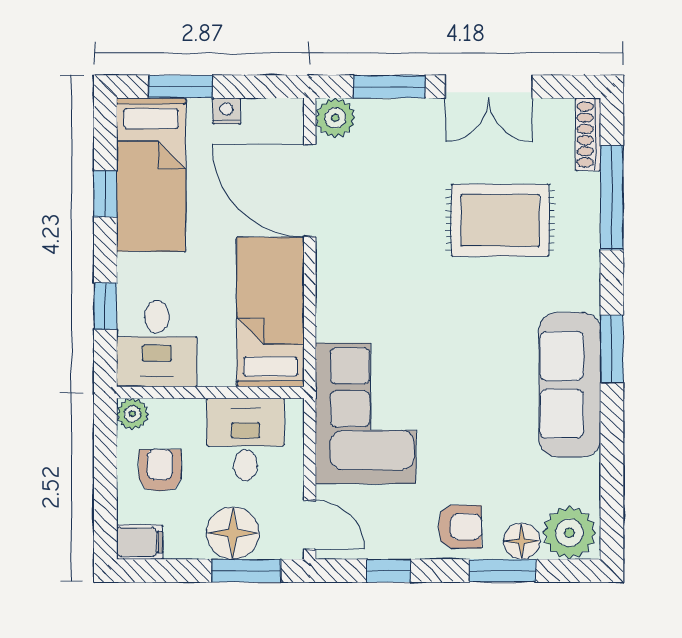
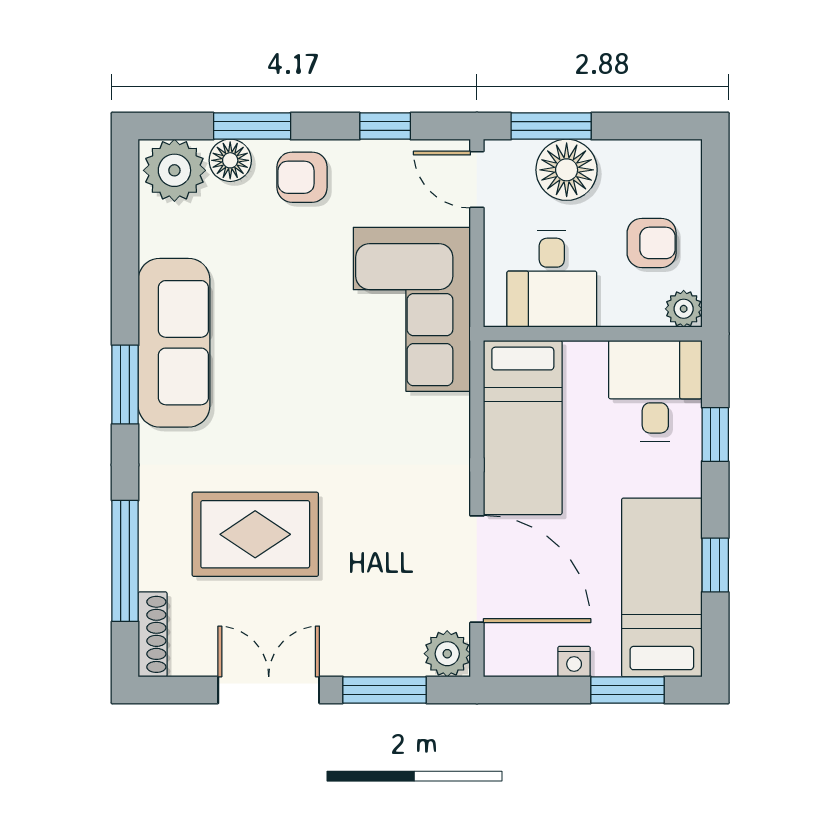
armchair: (160, 470) -> (652, 243), turned -90
filing cabinet: (140, 542) -> (675, 159), removed

